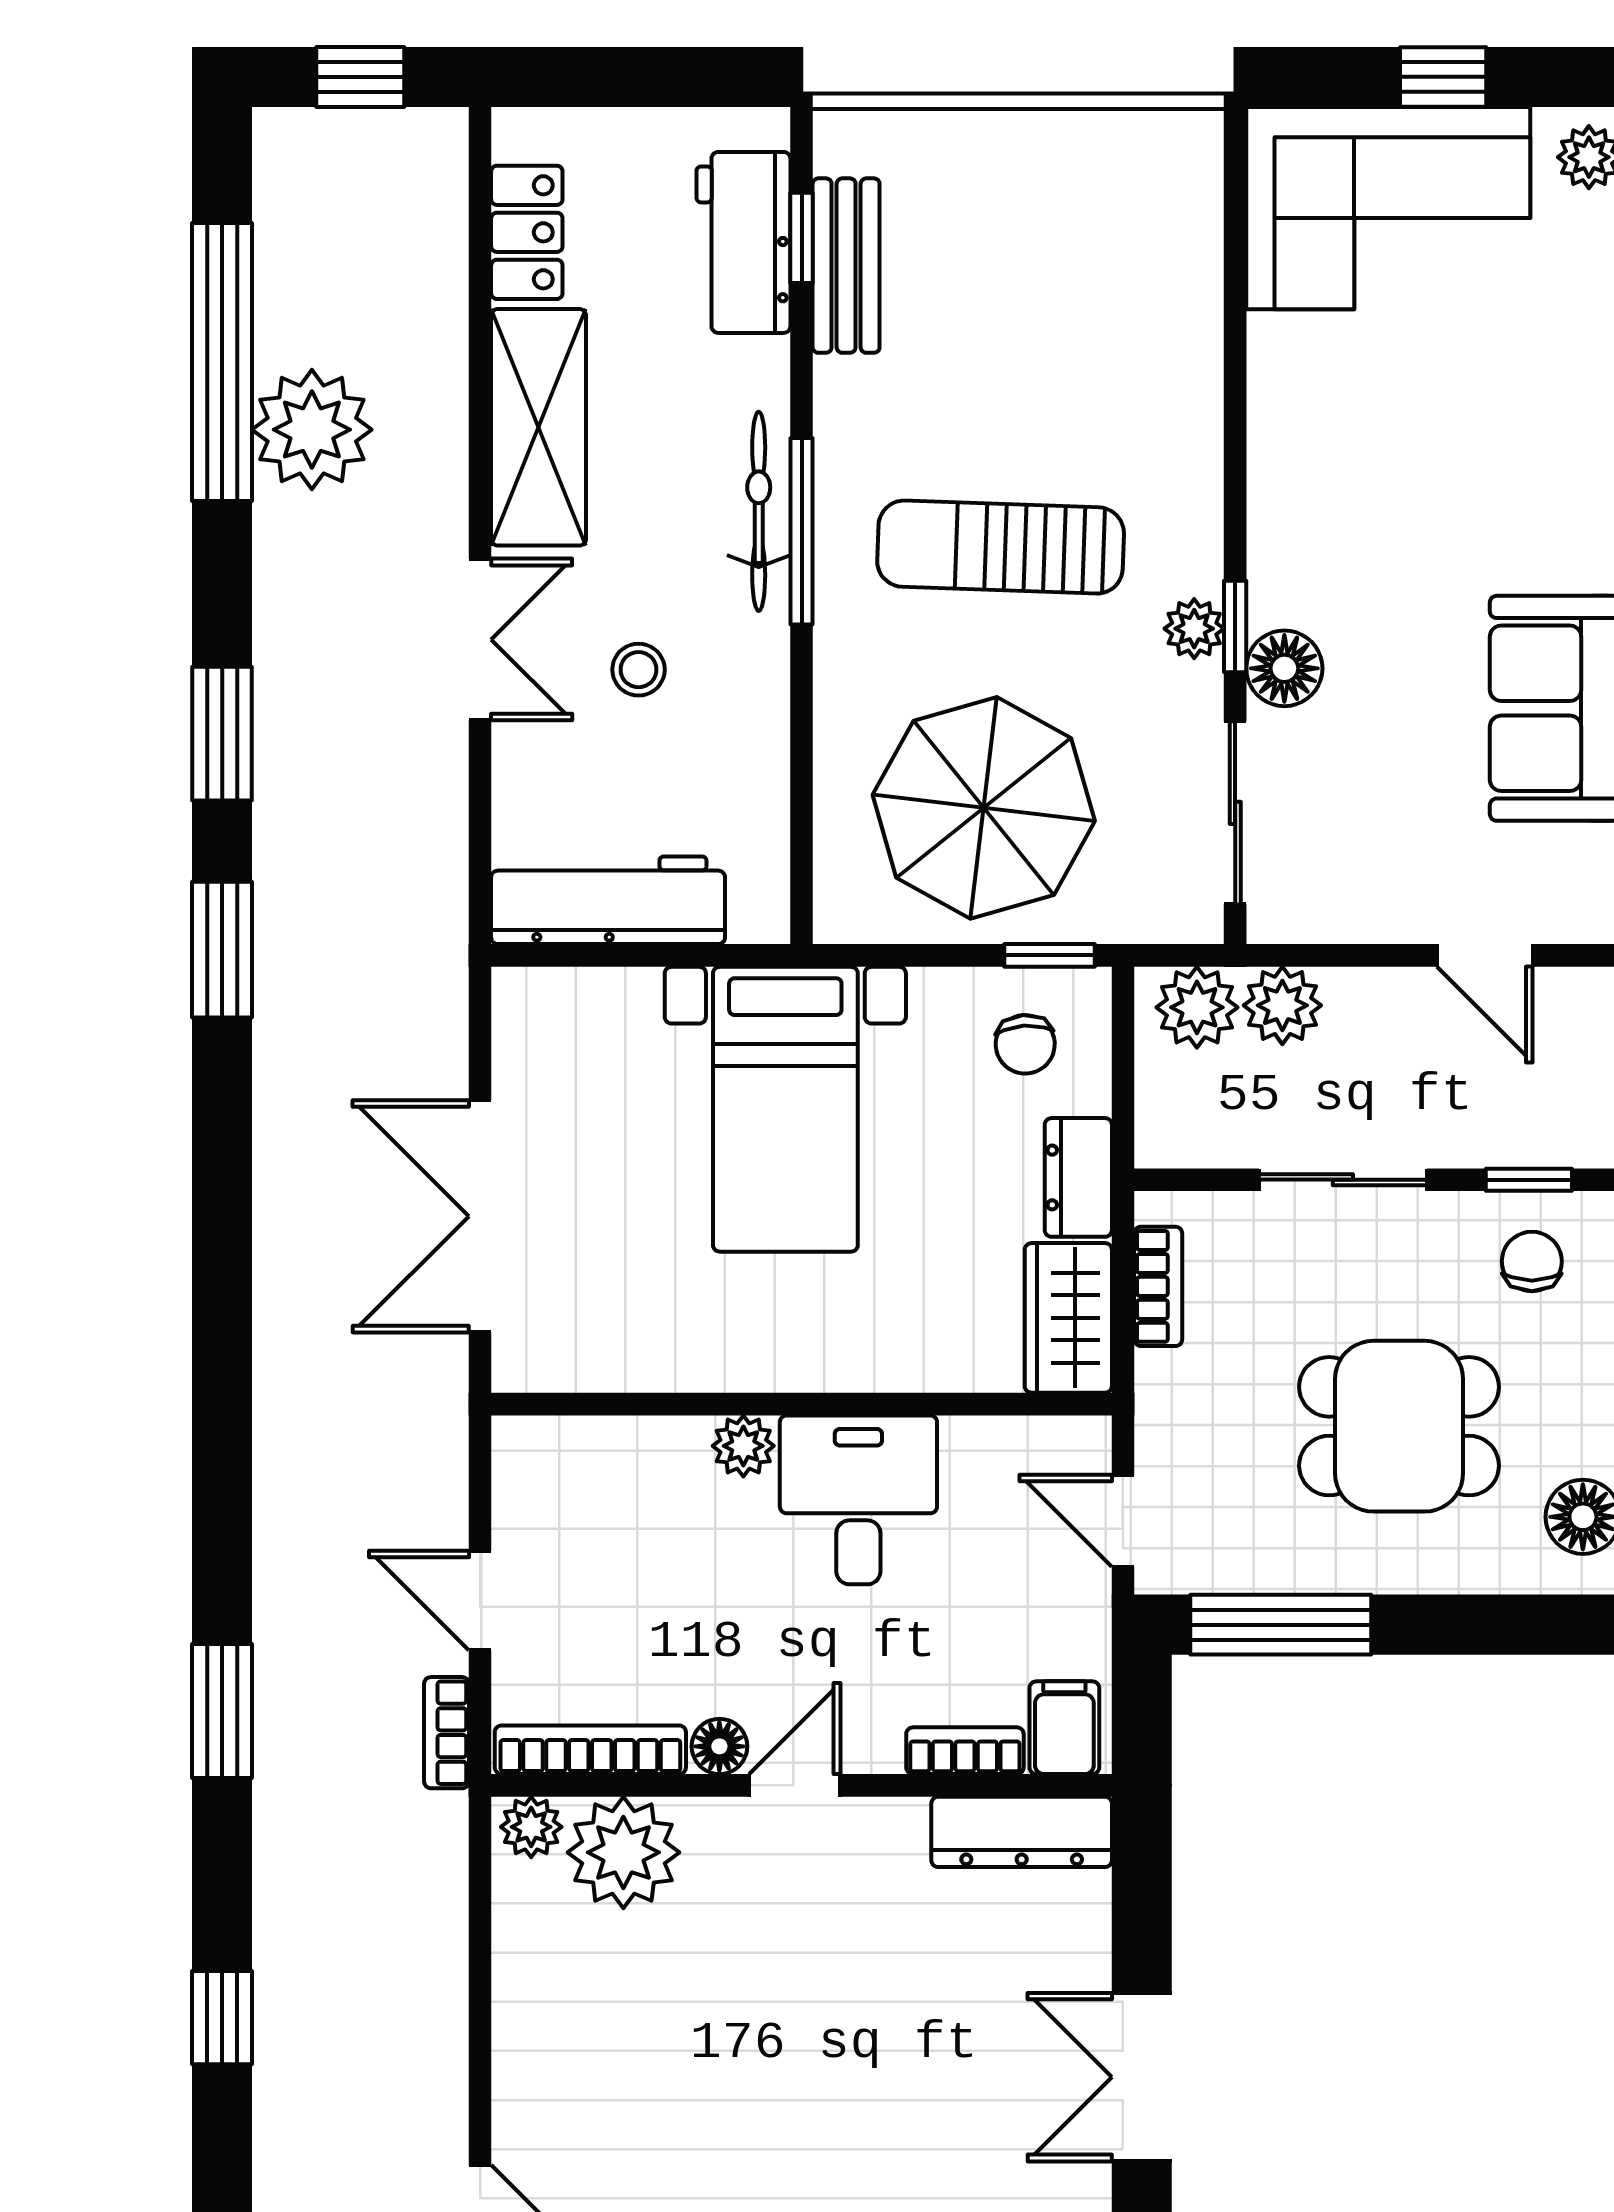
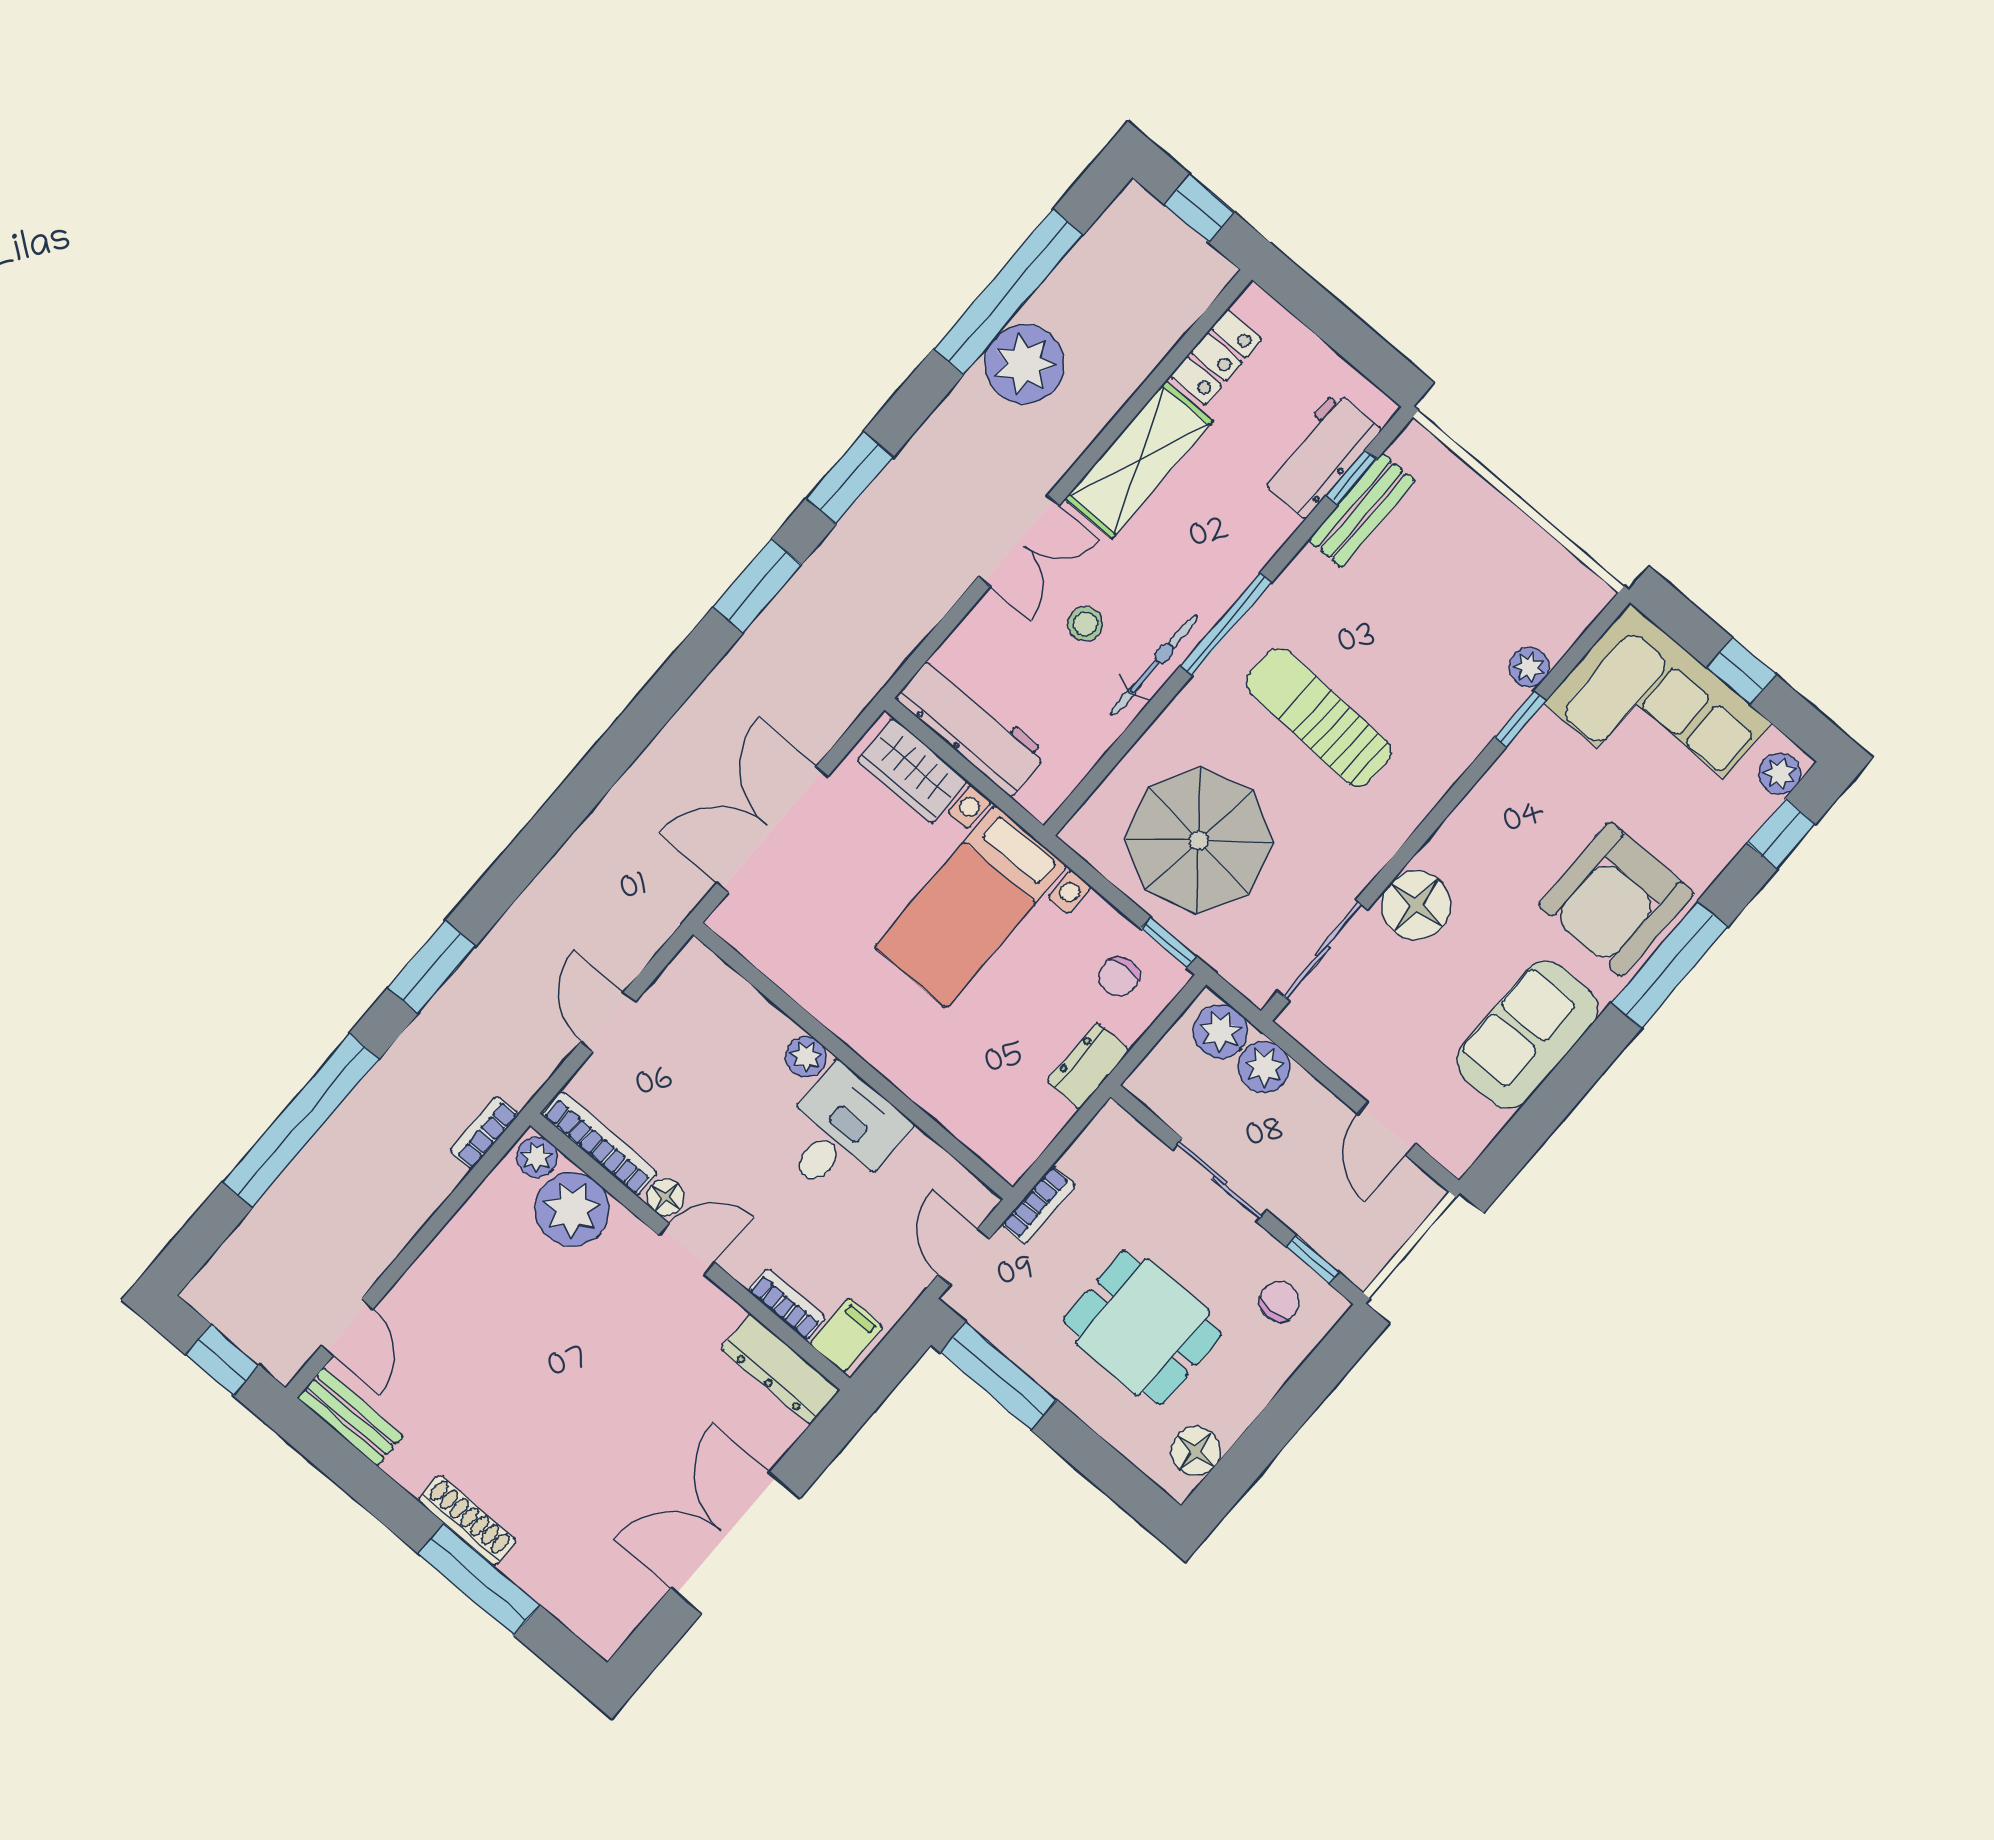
armchair: (1524, 464) -> (1616, 899), added
bicycle: (759, 511) -> (1154, 665), moved
window: (1235, 627) -> (1520, 719), moved
plant: (1194, 629) -> (1529, 667), moved
floor lamp: (1284, 668) -> (1416, 905), width x1.38, depth x1.38
bookcase: (1158, 1286) -> (1039, 1205), moved
wardrobe: (1068, 1318) -> (912, 771), moved, turned -90
bookcase: (447, 1733) -> (484, 1133), moved
window: (222, 2018) -> (301, 1120), width x3.17
double door: (1142, 2077) -> (736, 1543), width x1.37

